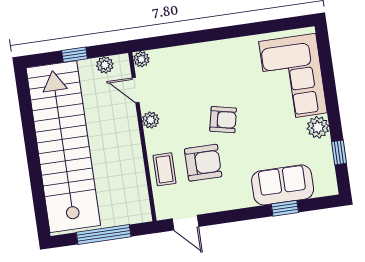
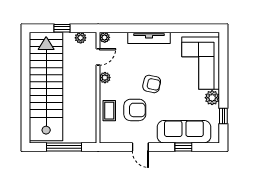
tv unit: (209, 50) -> (149, 38), added
door: (136, 90) -> (98, 57), swing flipped
sofa: (283, 185) -> (184, 132), width x1.36
door: (185, 223) -> (140, 147), moved

